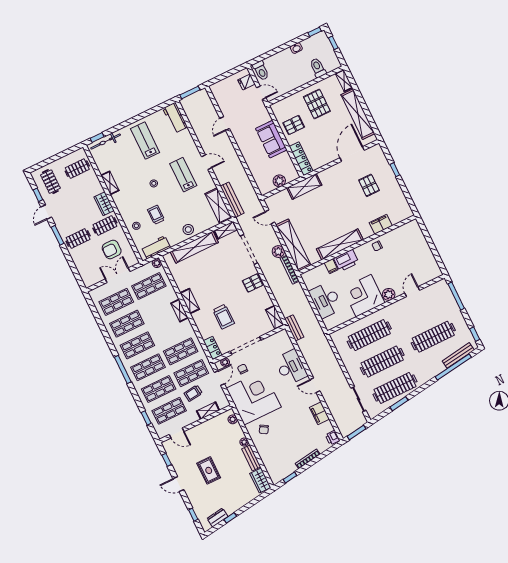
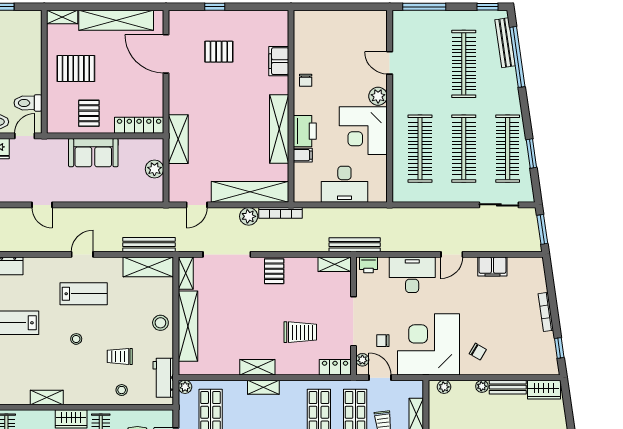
toilet: (318, 68) -> (28, 103), moved
lab bench: (183, 175) -> (84, 294), turned 180
bench: (294, 328) -> (355, 245), width x1.36
printer: (333, 438) -> (368, 265), moved

